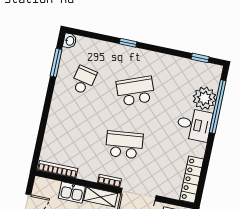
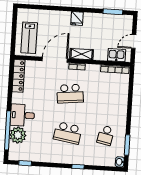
school desk: (136, 91) -> (68, 133), turned 30
kitchen sink: (72, 192) -> (117, 55), moved

